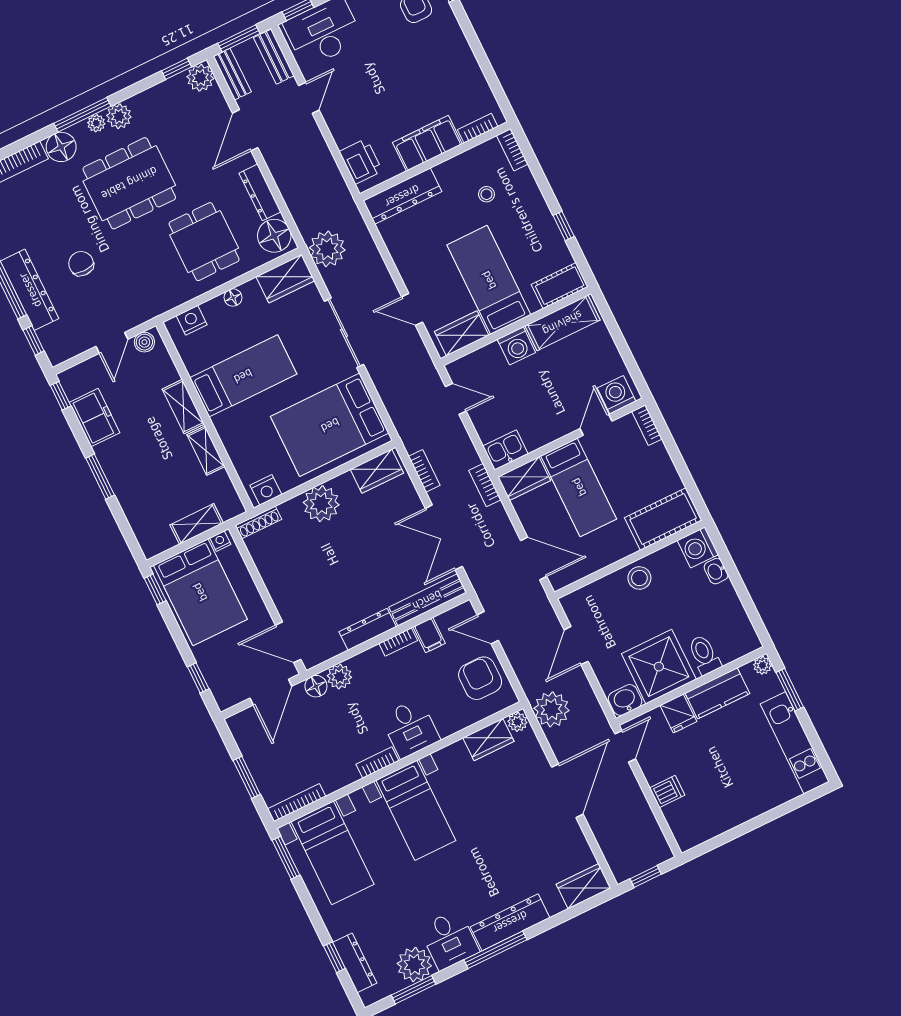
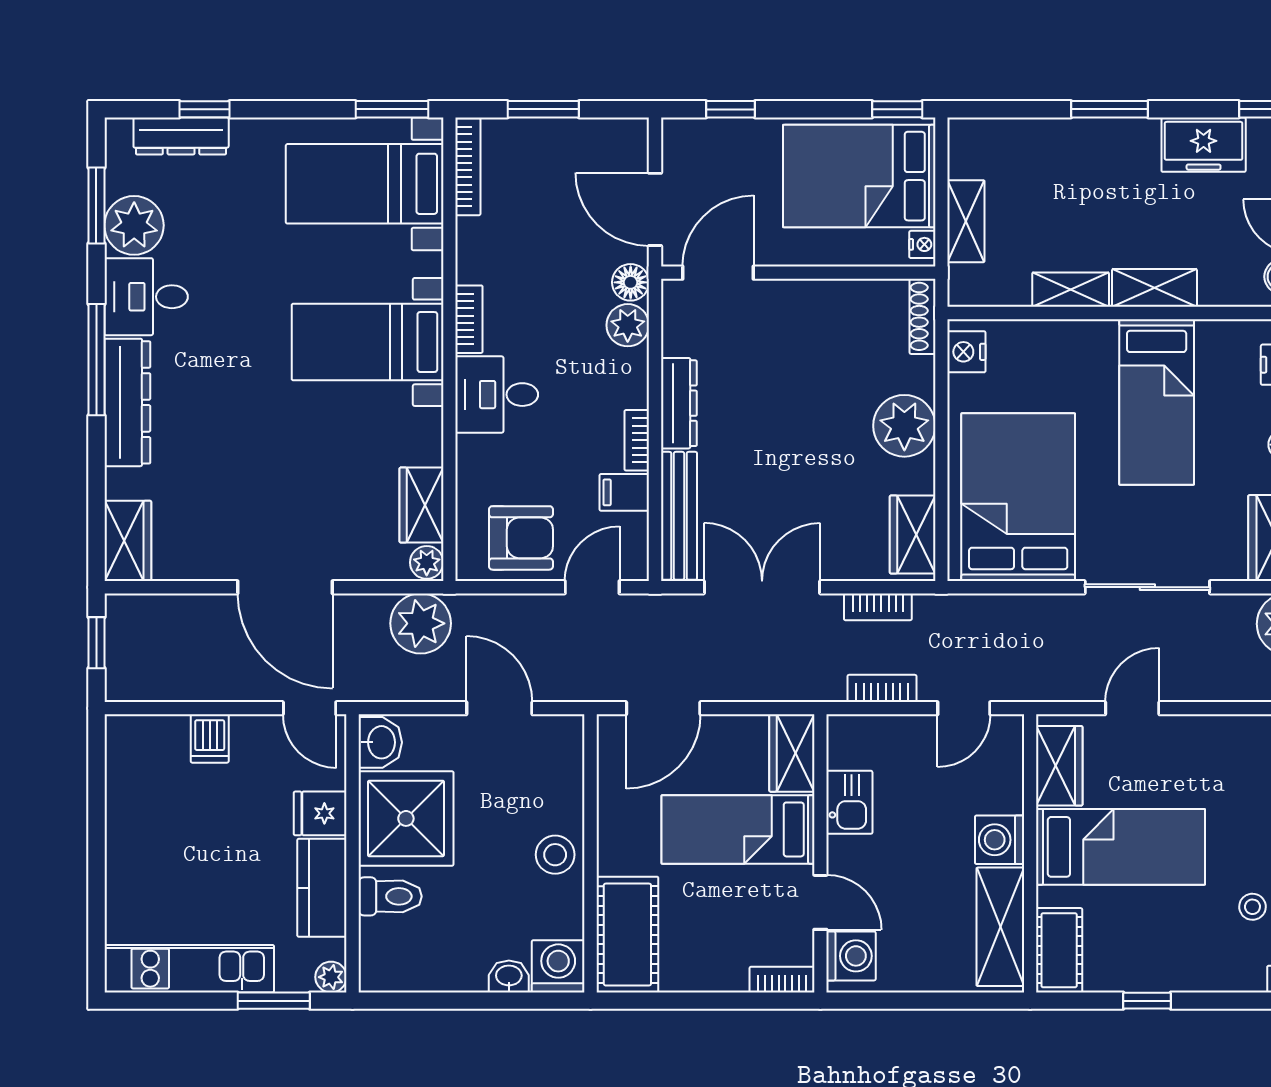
kitchen sink: (505, 450) -> (849, 802), moved
bookcase: (485, 485) -> (882, 688), moved

